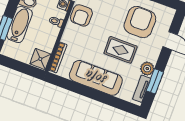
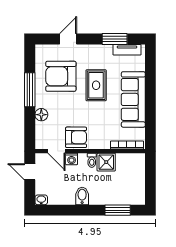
bathtub: (20, 24) -> (108, 196), removed
shower: (40, 59) -> (106, 162), moved
plant: (147, 69) -> (105, 52), removed

